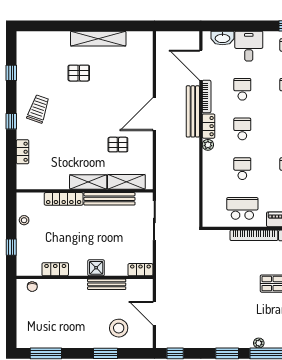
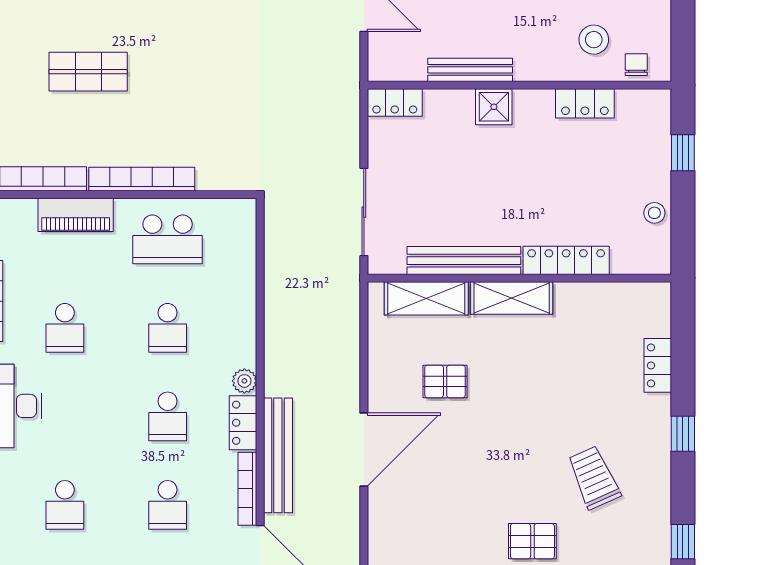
trolley: (38, 109) -> (594, 478), moved, turned 137
stool: (51, 298) -> (594, 40), added

